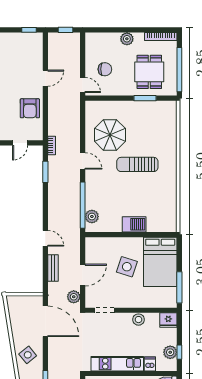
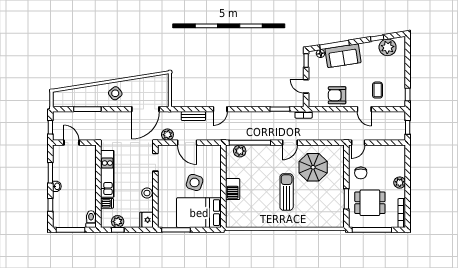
coffee table: (24, 63) -> (378, 90), added
chair: (105, 69) -> (361, 173), moved

